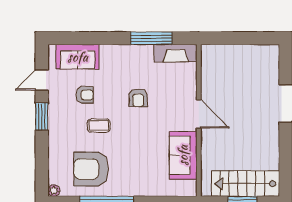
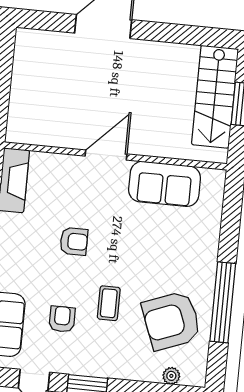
armchair: (91, 169) -> (171, 321), turned 69
plant: (54, 191) -> (171, 376), moved

